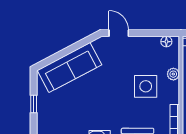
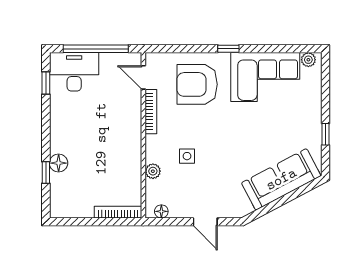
door: (119, 33) -> (205, 222), moved
side table: (146, 86) -> (187, 156), width x0.54, depth x0.54

